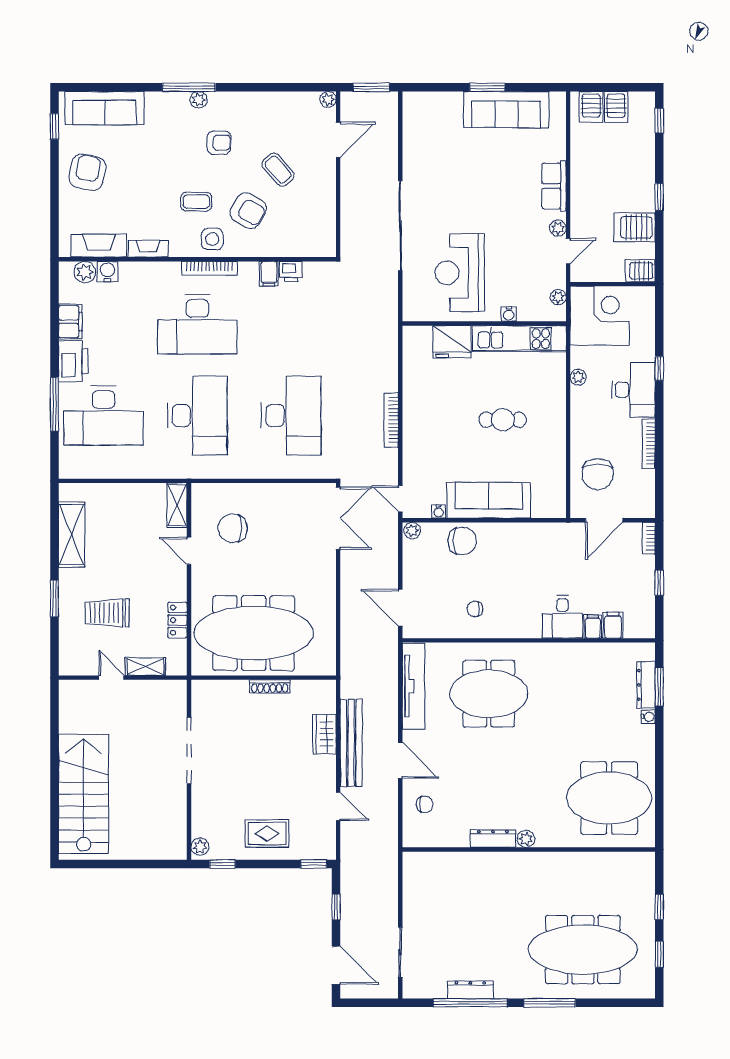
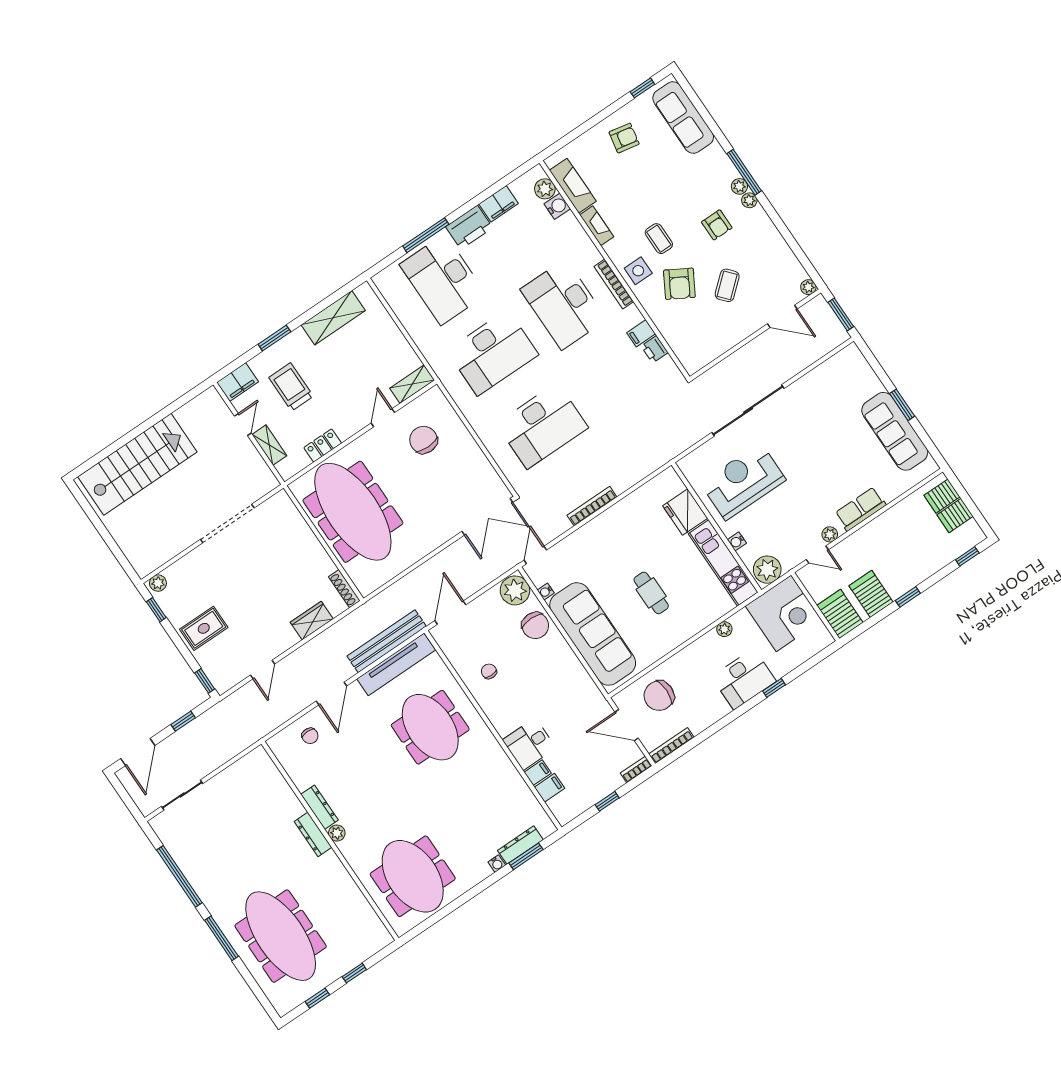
plant: (217, 99) -> (749, 200), added
armchair: (87, 172) -> (624, 138), width x0.72, depth x0.72
server rack: (640, 271) -> (840, 614), width x1.36, depth x1.44
plant: (558, 297) -> (767, 570), width x1.88, depth x1.88
bookcase: (649, 444) -> (671, 746), moved
sofa: (489, 500) -> (593, 634), width x1.36, depth x1.27
plant: (412, 531) -> (515, 590), width x1.88, depth x1.88
filing cabinet: (71, 657) -> (238, 382), added
shoe rack: (270, 687) -> (344, 589), moved
bench: (351, 743) -> (387, 641), moved
rug: (267, 834) -> (204, 628), turned 90
dresser: (470, 990) -> (313, 834), moved, turned 180

